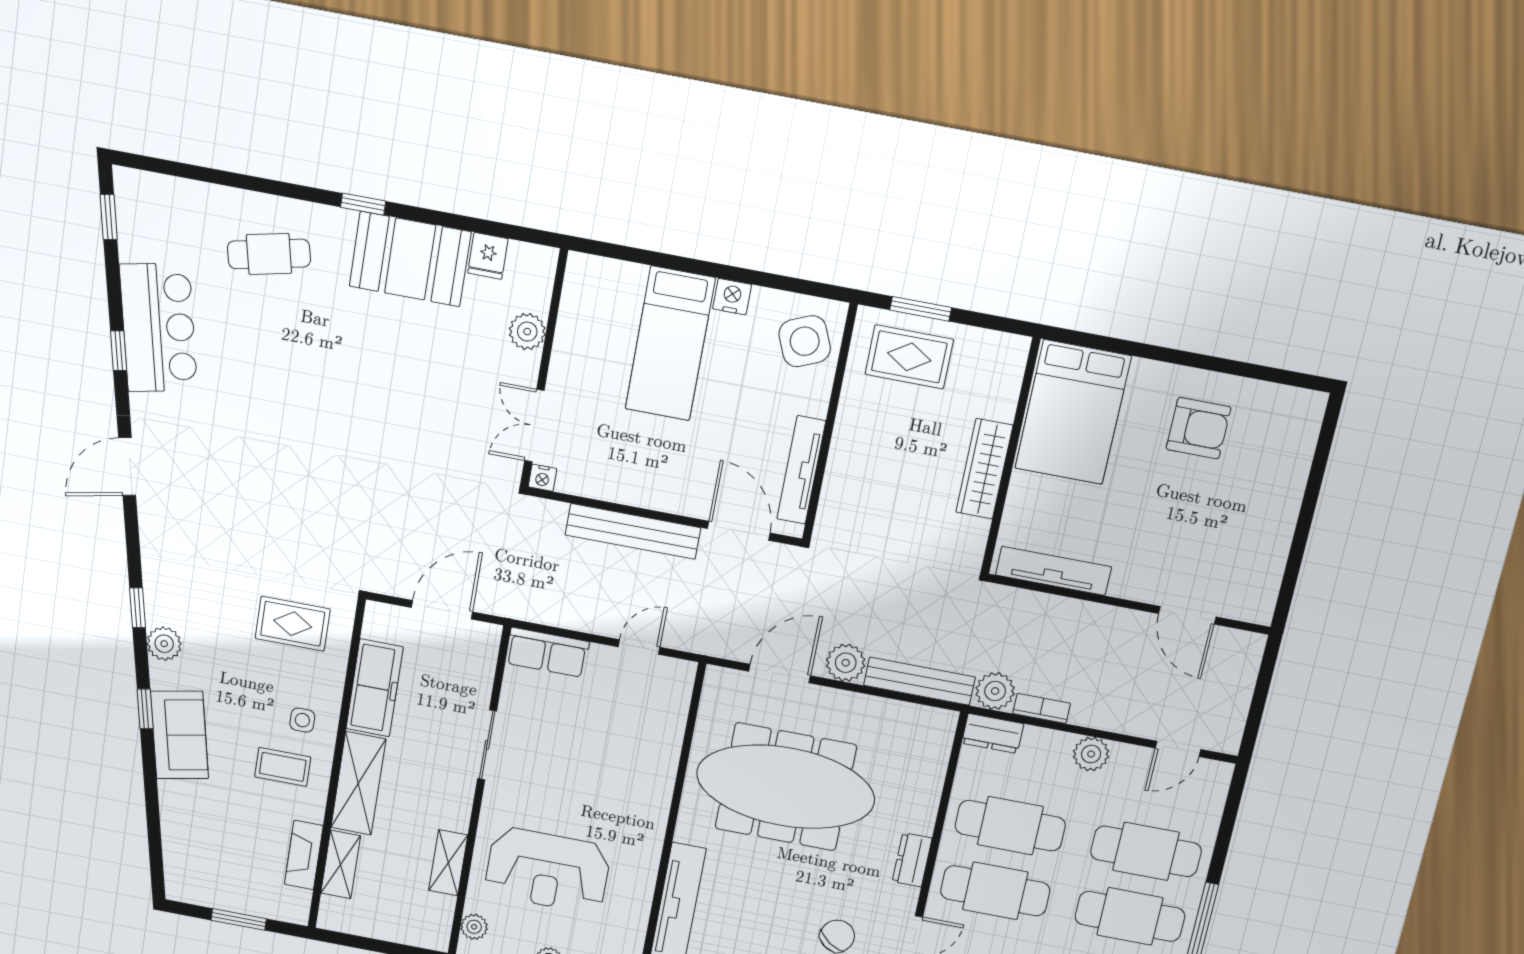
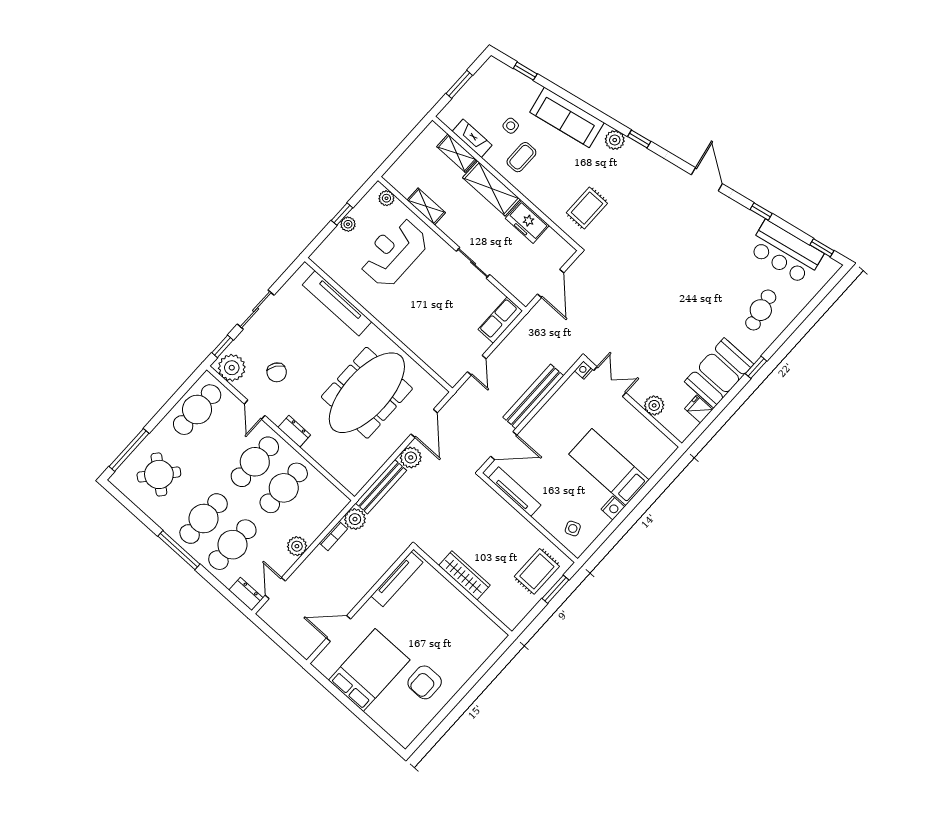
bar counter: (159, 328) -> (785, 252), moved
side table: (805, 341) -> (573, 528), width x0.54, depth x0.54
bed: (1073, 412) -> (369, 670), moved, turned 90
freezer: (375, 688) -> (527, 222), width x0.71
window: (145, 709) -> (525, 71), moved
side table: (302, 720) -> (511, 126), moved
dresser: (993, 733) -> (246, 594), moved, turned 90
sofa: (179, 735) -> (567, 117), width x1.36

